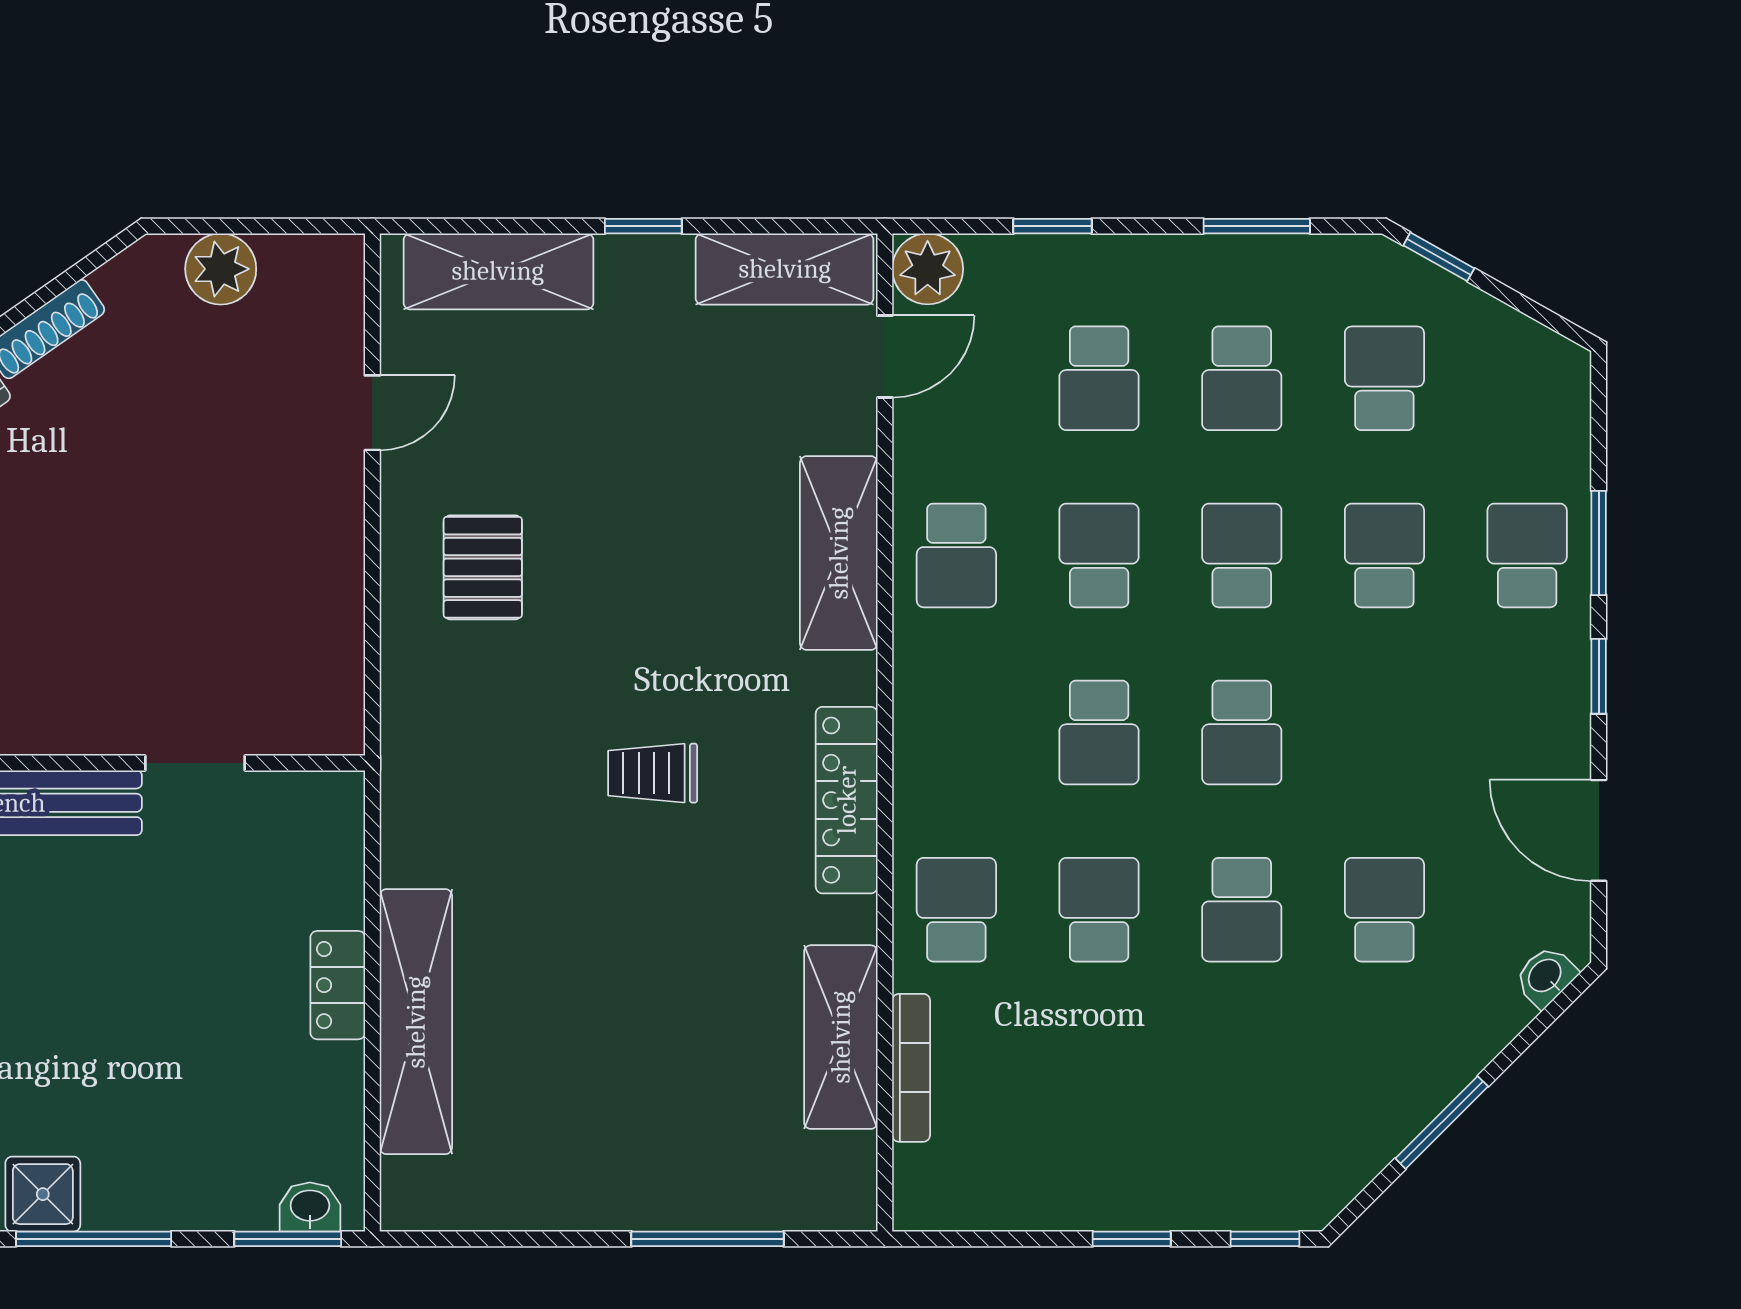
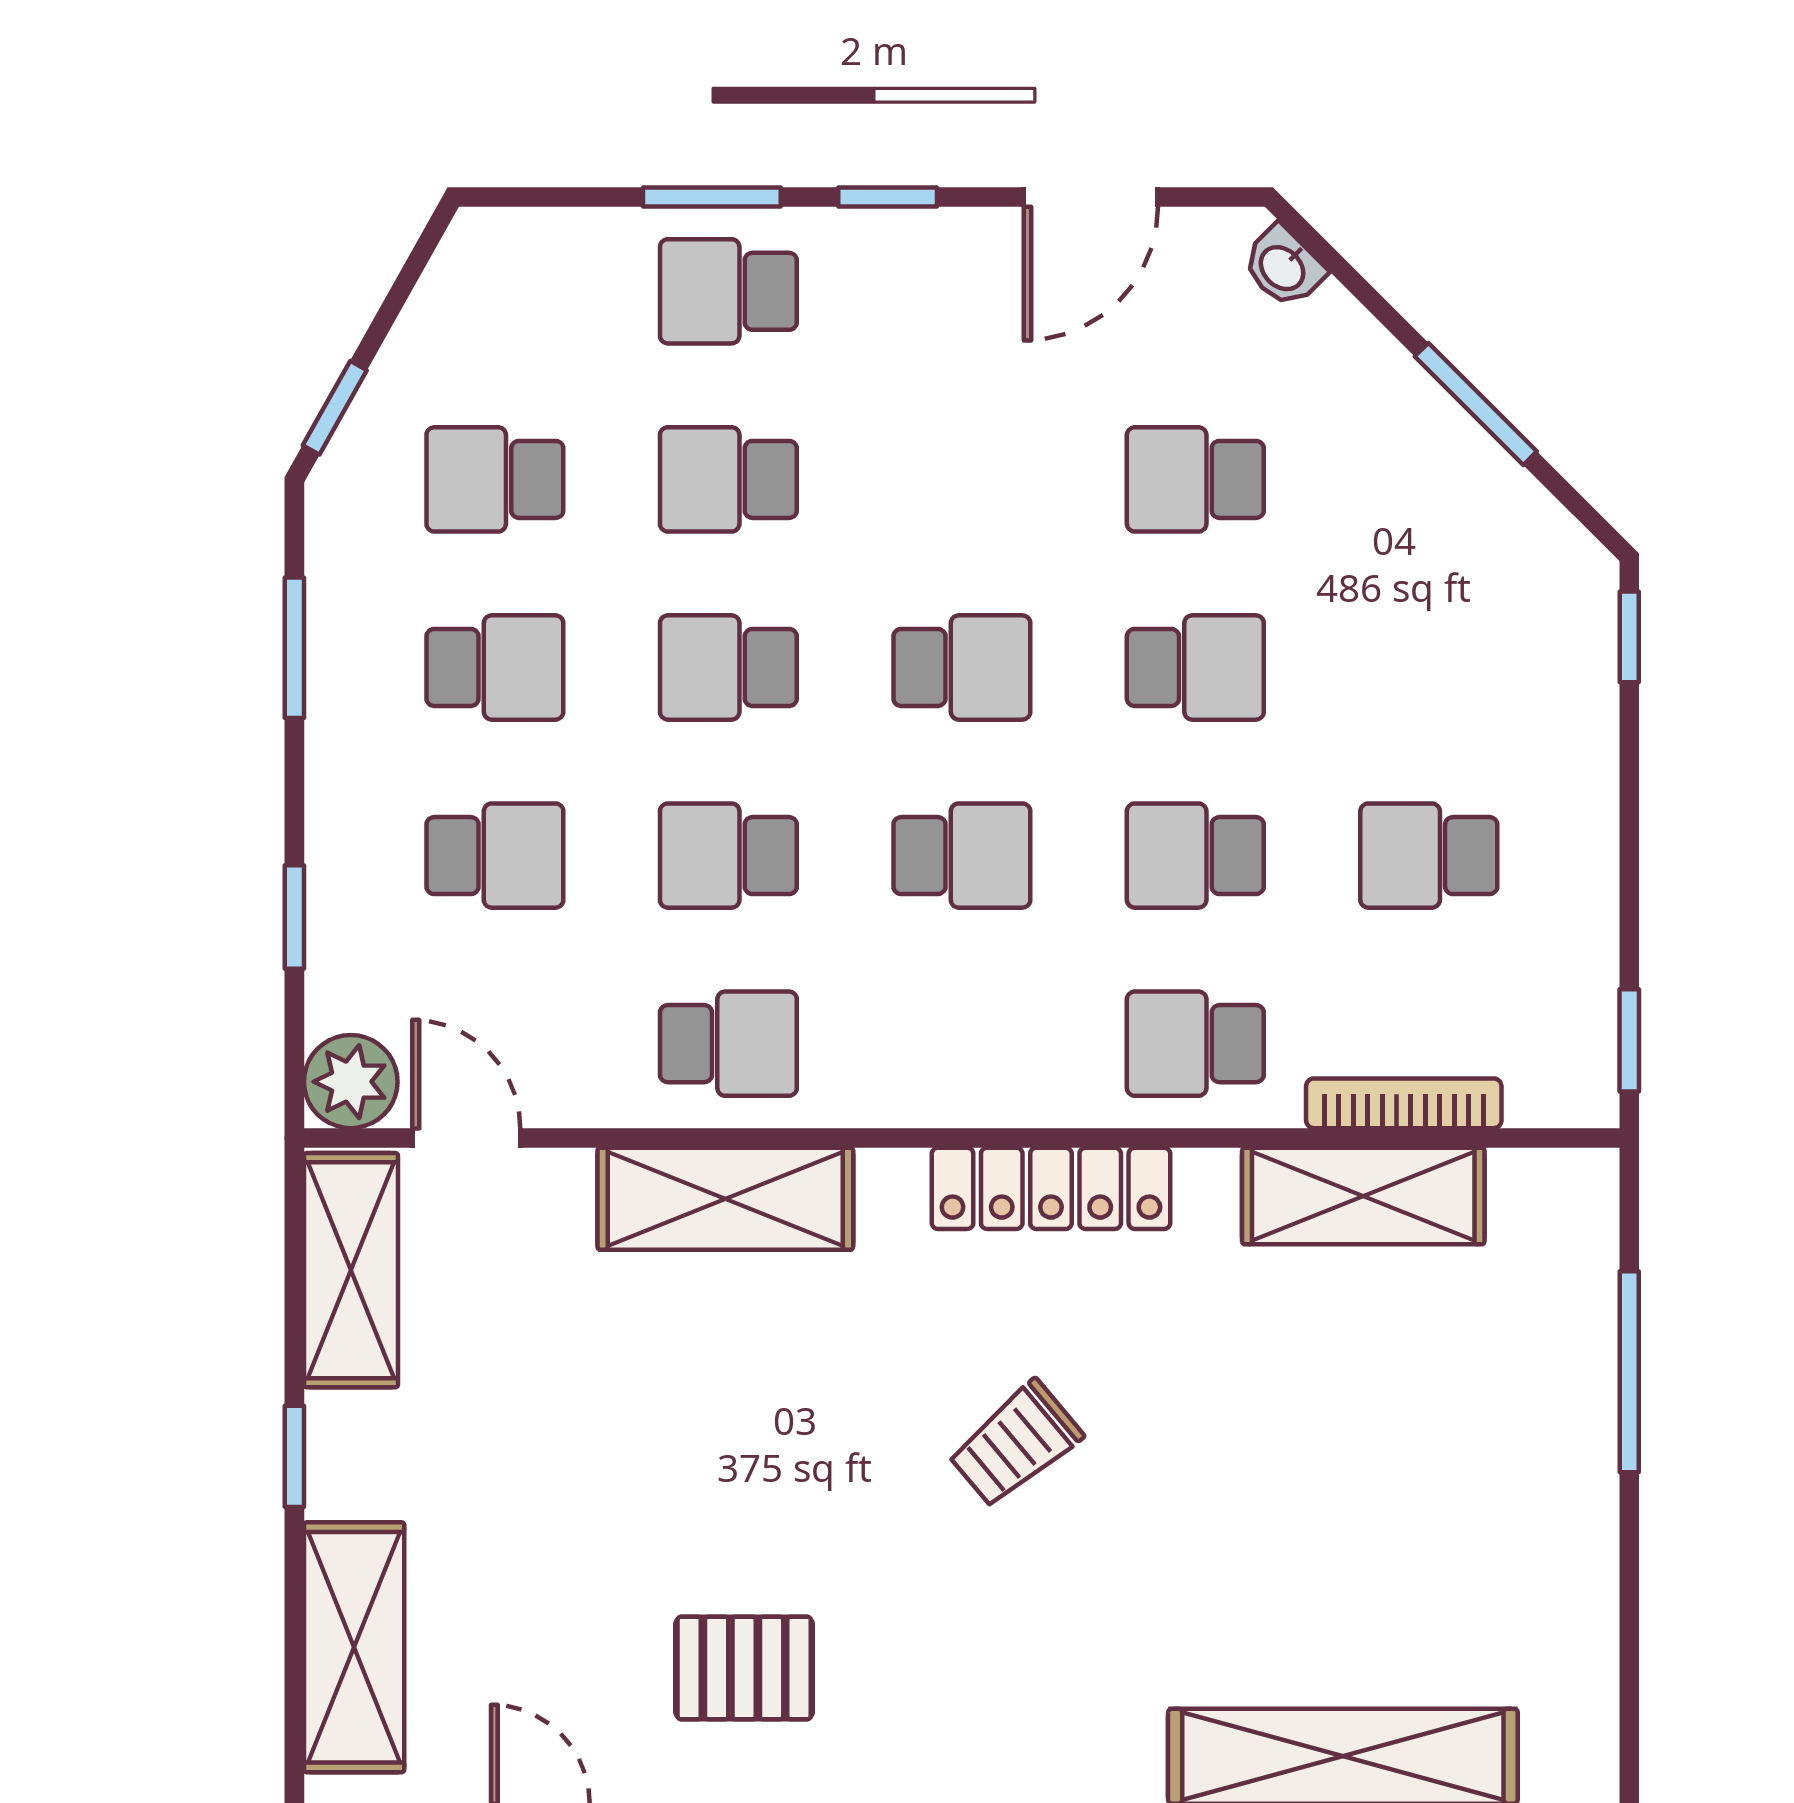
trolley: (653, 773) -> (1015, 1444), turned 50
school desk: (1099, 1087) -> (1429, 856), added
window: (1132, 1239) -> (1629, 1040), moved

